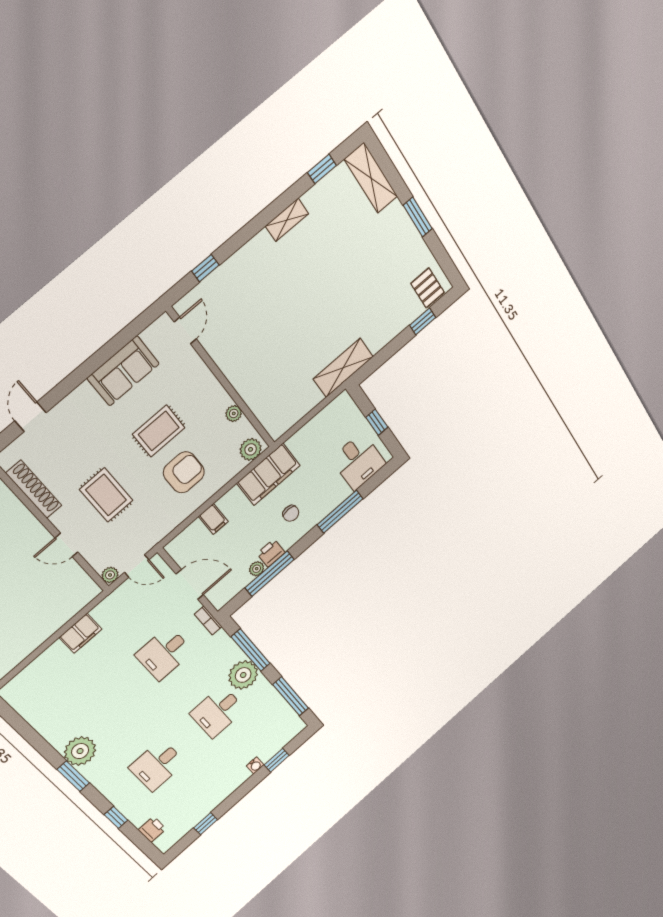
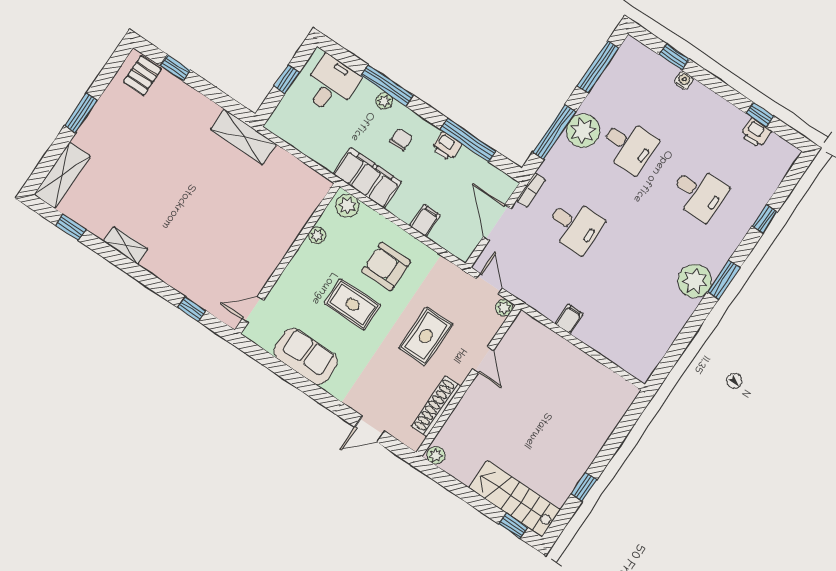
plant: (257, 569) -> (384, 101), moved
filing cabinet: (81, 633) -> (569, 319), width x0.50
printer: (152, 829) -> (756, 133), moved, turned -90

